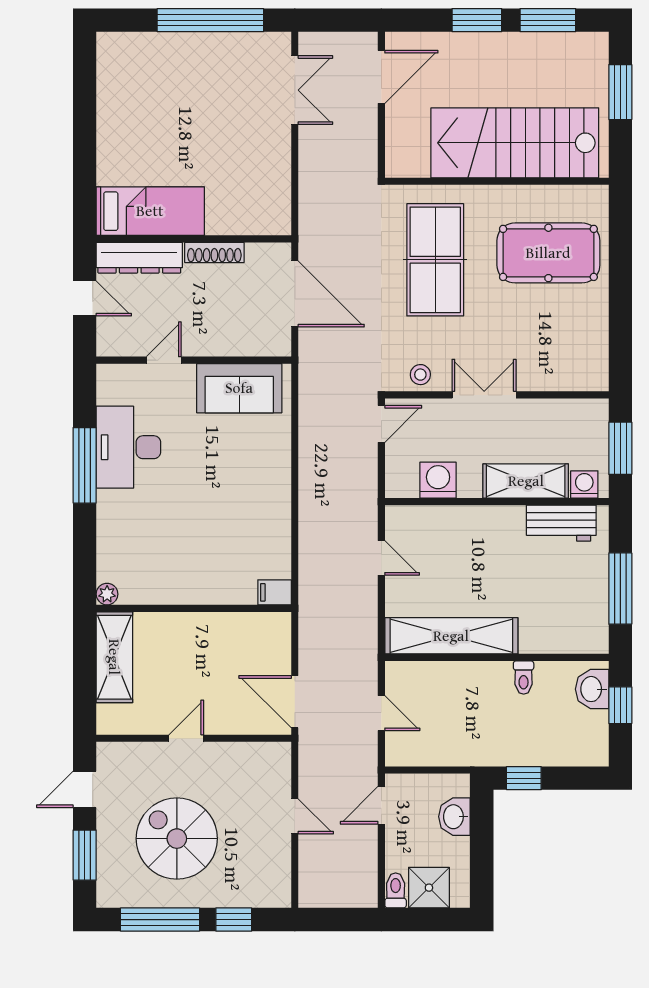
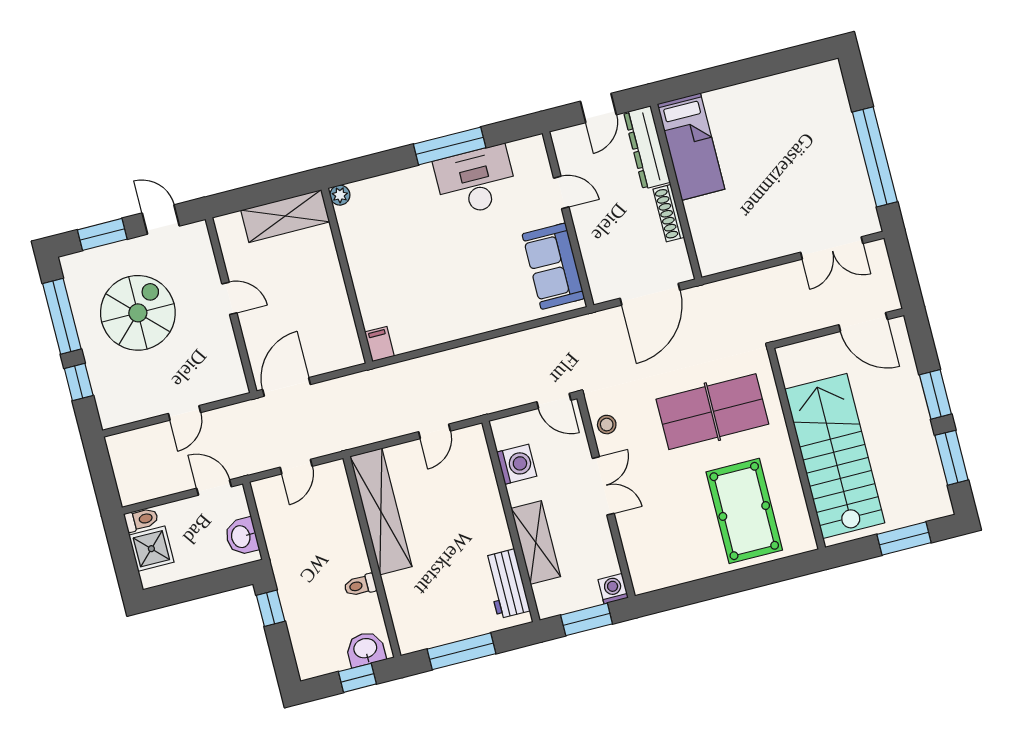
washing machine: (584, 484) -> (613, 589), moved, turned -90
washbasin: (454, 817) -> (242, 536), moved, turned -90

